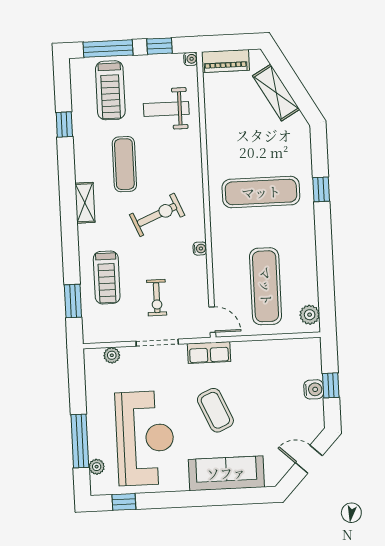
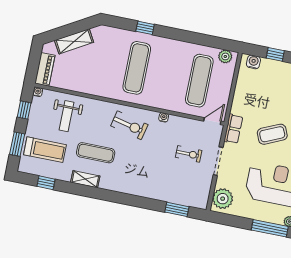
window: (108, 49) -> (17, 144), width x0.69
window: (64, 125) -> (46, 183), moved
shelving: (85, 203) -> (85, 179), moved
exercise bike: (157, 215) -> (129, 125), moved, turned 126
treadmill: (107, 277) -> (167, 183), removed
exercise mat: (266, 286) -> (199, 81), turned 90
plant: (112, 355) -> (223, 199), width x1.88, depth x1.88
water cooler: (314, 389) -> (253, 62), moved

